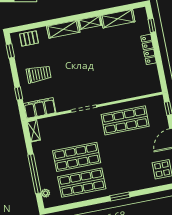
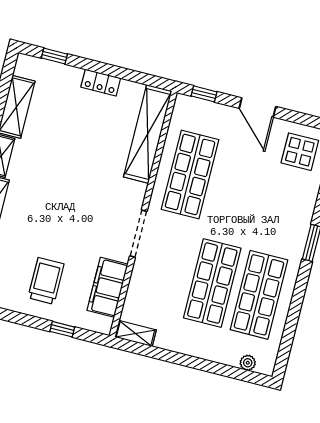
locker: (149, 49) -> (101, 83), width x0.66
shelving: (135, 90) -> (148, 134), added
filing cabinet: (40, 108) -> (108, 287), moved
window: (35, 174) -> (207, 366), removed

